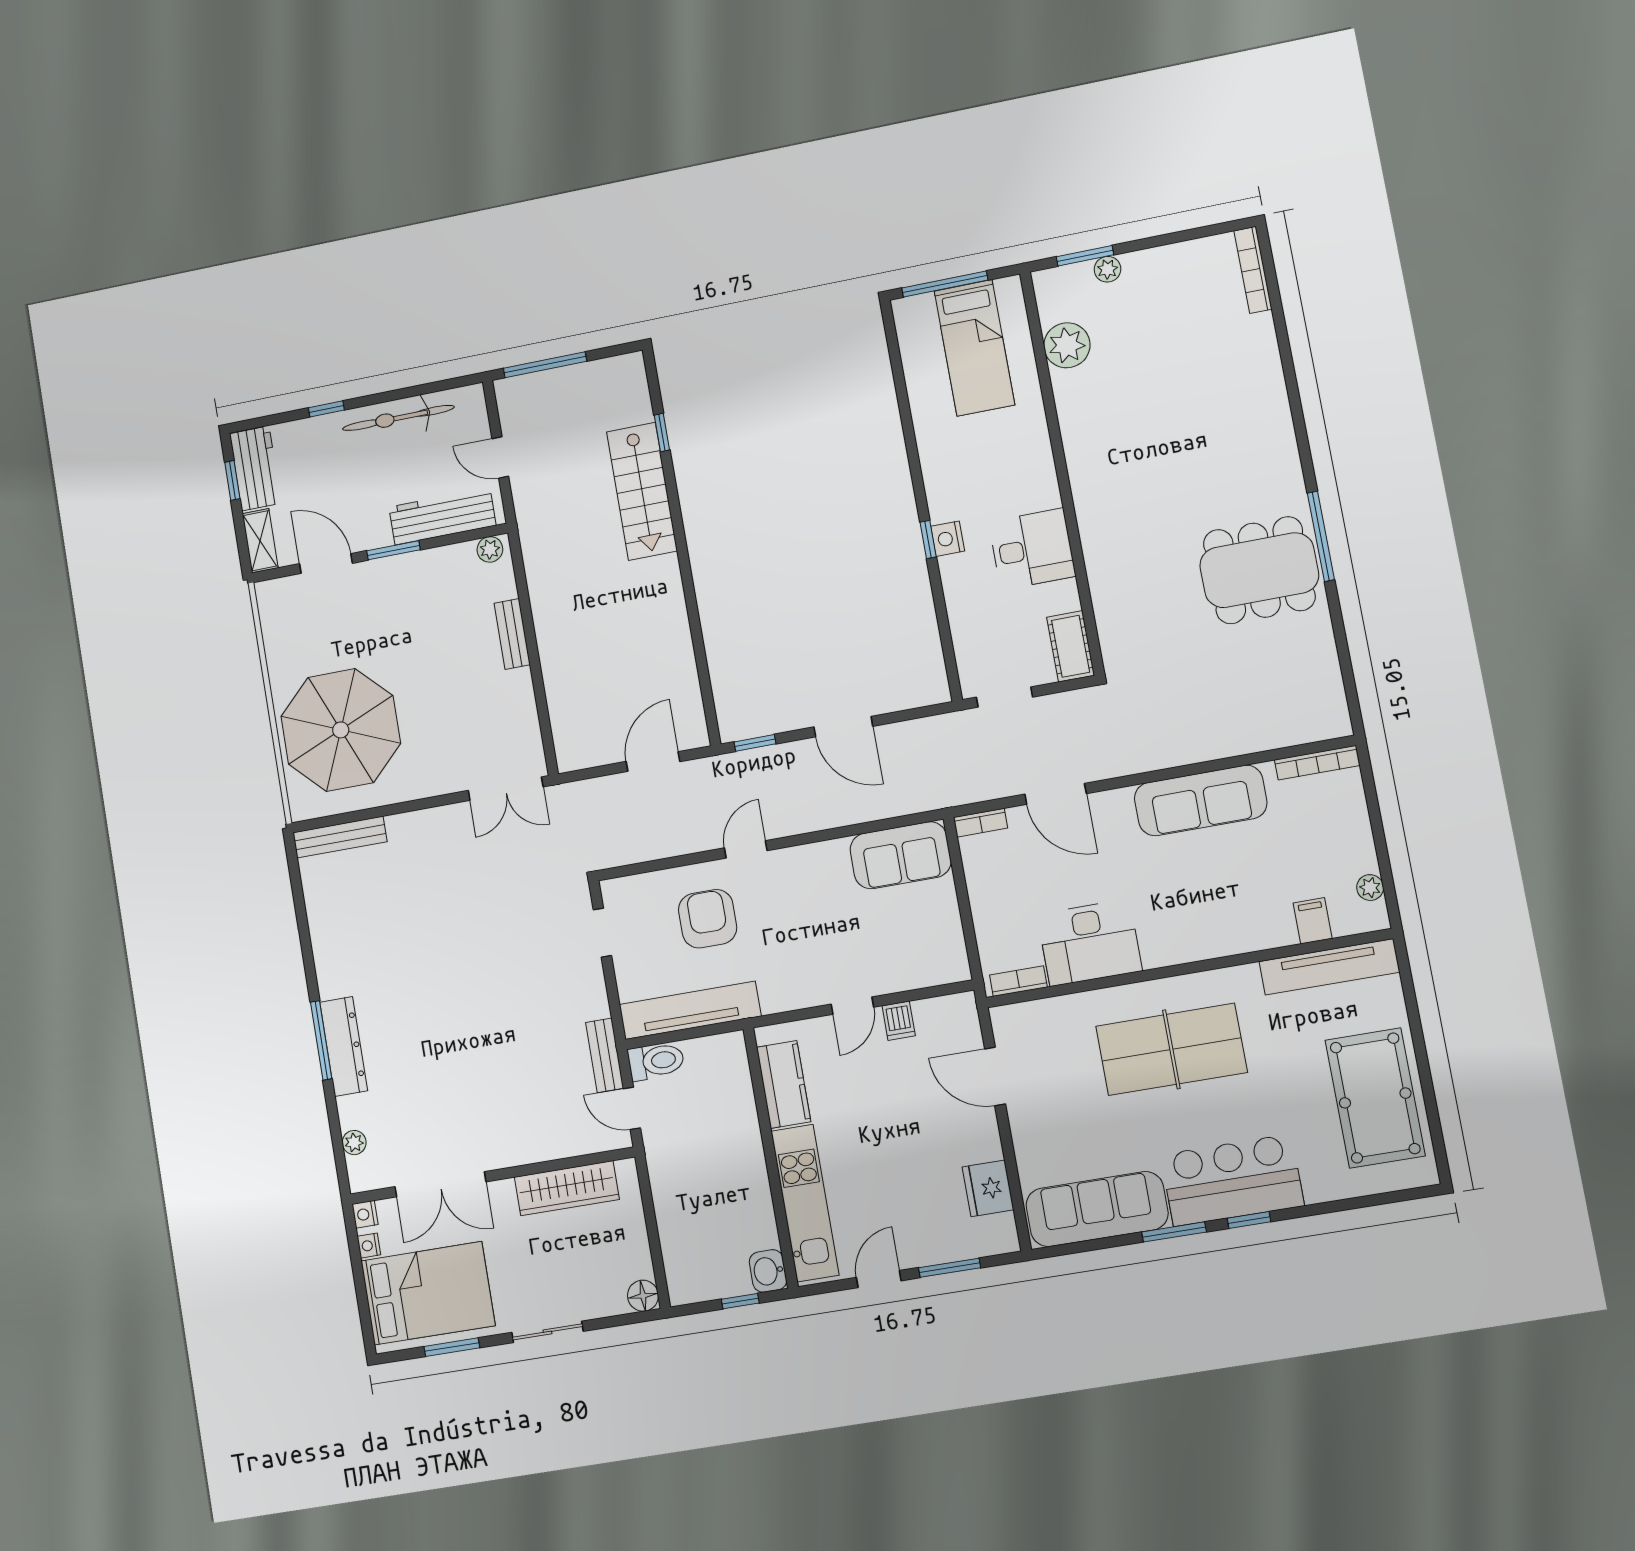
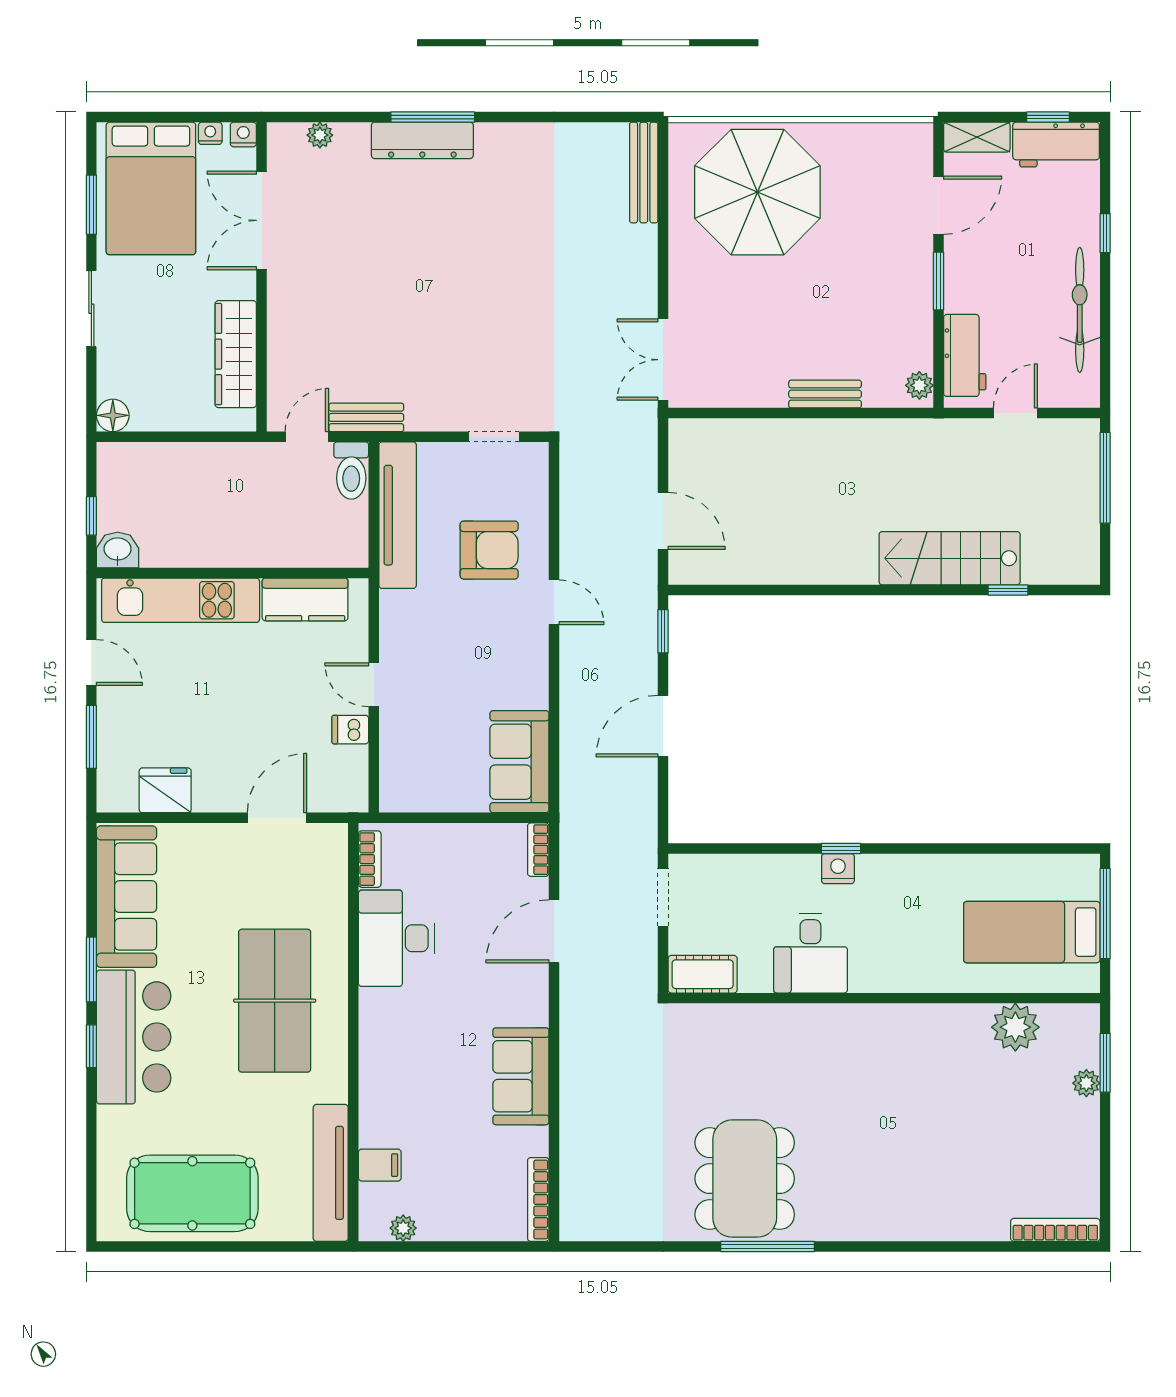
workbench: (442, 516) -> (965, 355), width x0.73
sofa: (1201, 801) -> (521, 1076), width x0.73

